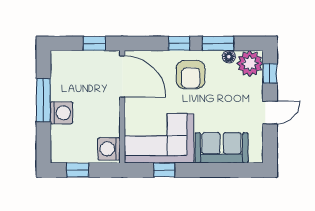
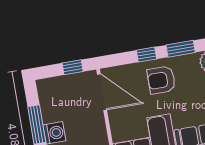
floor lamp: (229, 57) -> (192, 59), removed
armchair: (191, 75) -> (161, 80), turned 90

